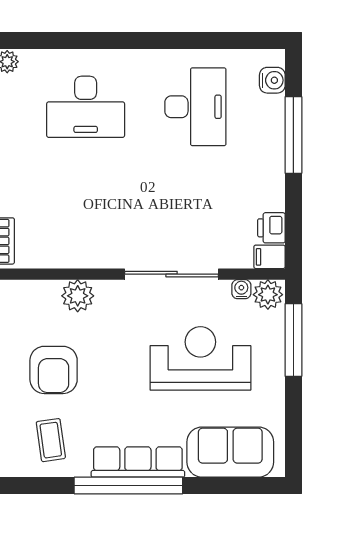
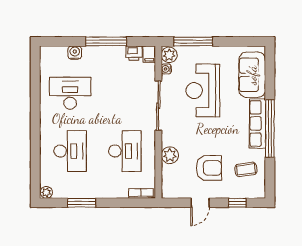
water cooler: (272, 80) -> (75, 53), moved
window: (293, 135) -> (106, 41), moved
desk: (86, 211) -> (125, 151), added

